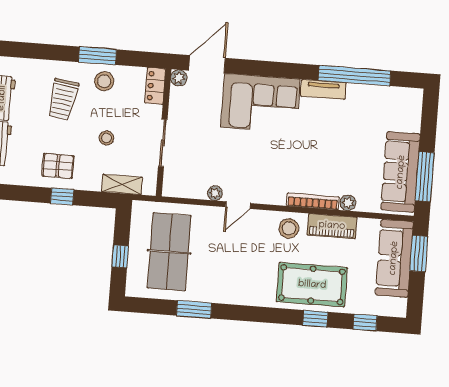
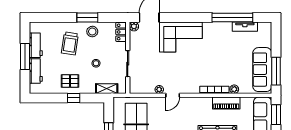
tv unit: (323, 89) -> (245, 27), moved
stool: (289, 228) -> (202, 106), removed

